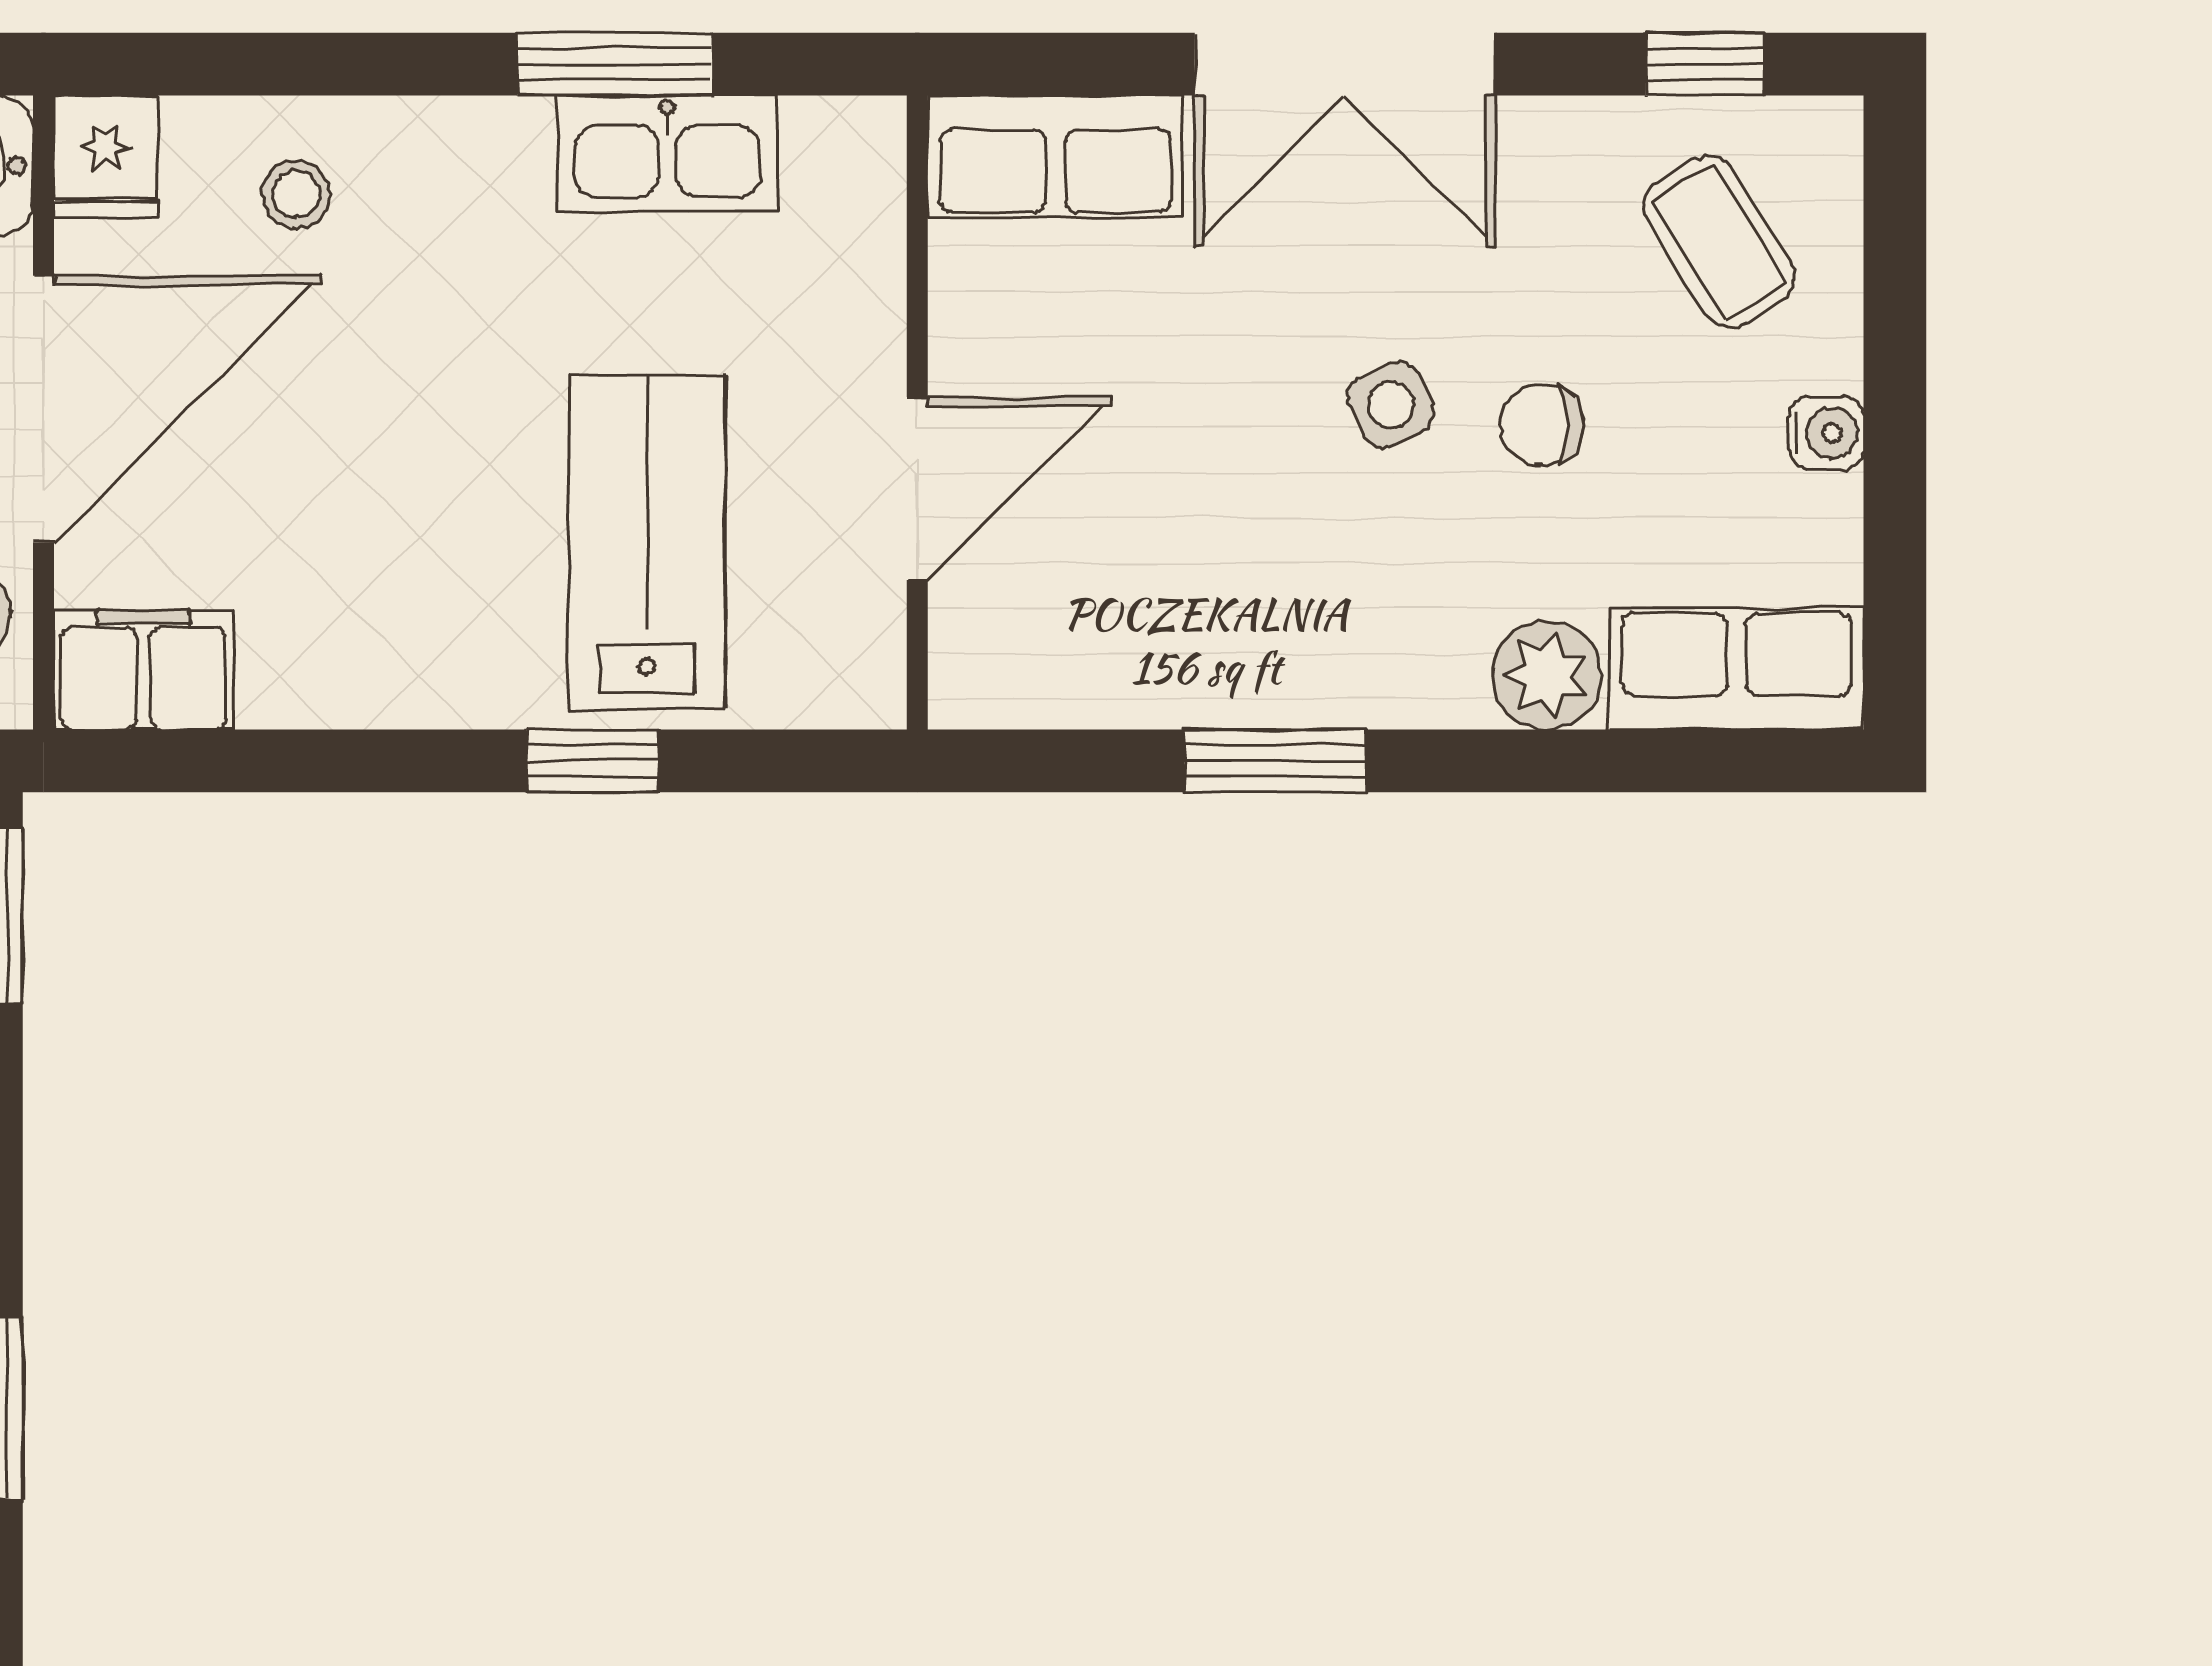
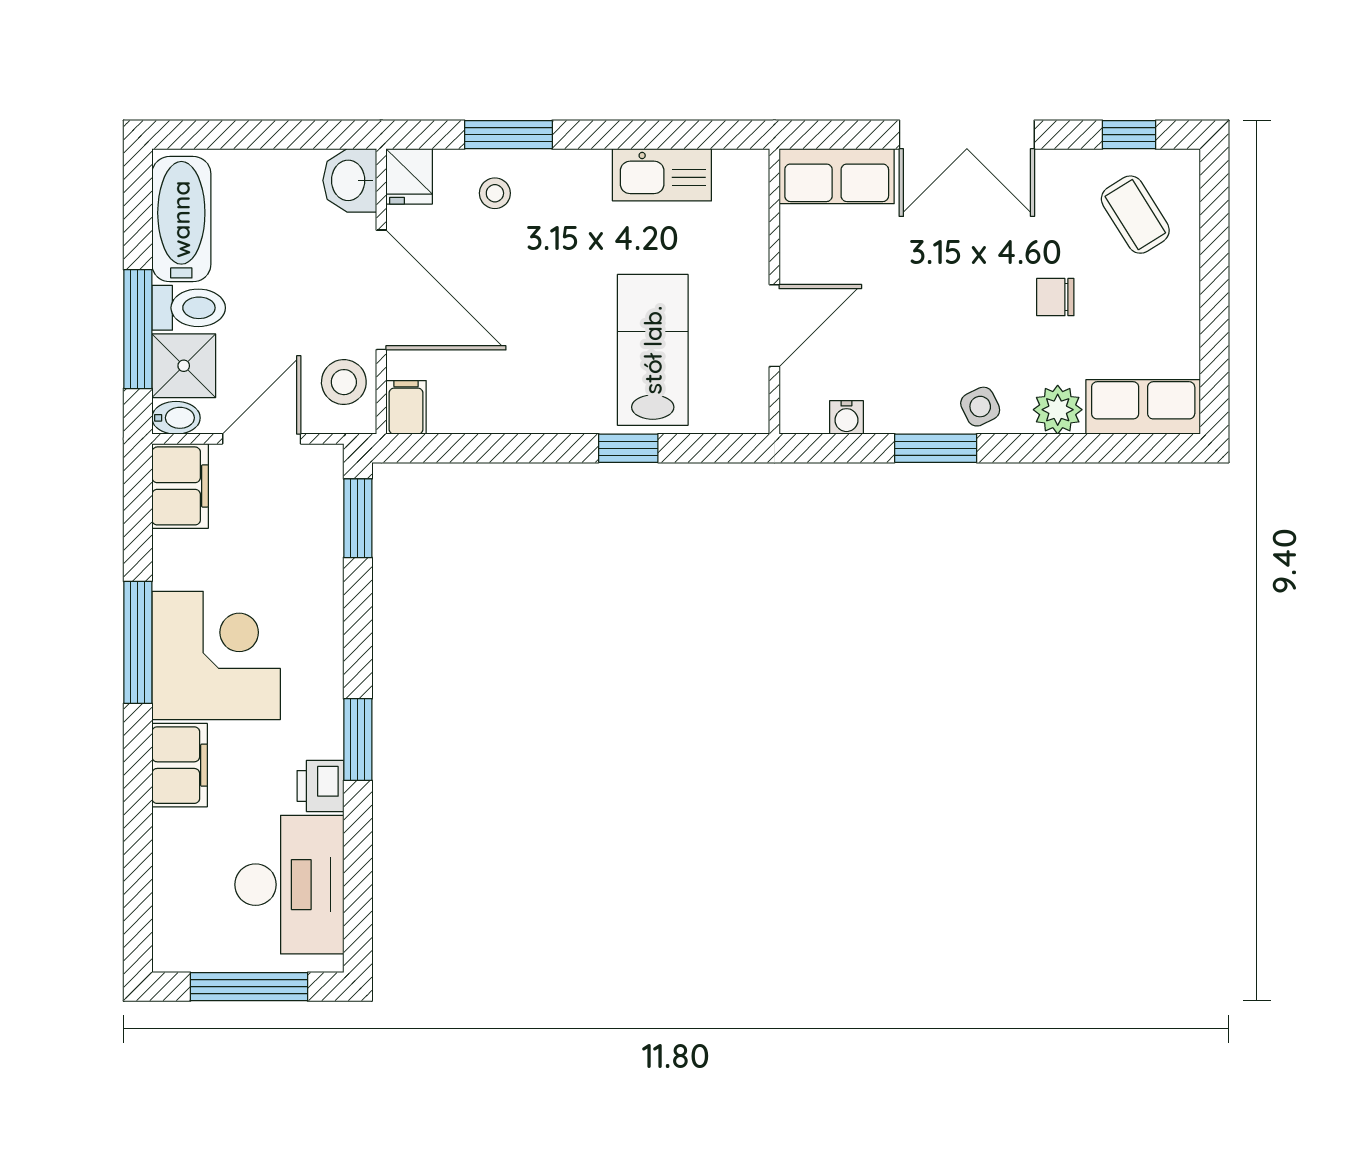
window: (615, 64) -> (508, 135), moved
side table: (1391, 405) -> (980, 407), moved
door: (44, 409) -> (381, 290), hinge flipped
water cooler: (1826, 433) -> (846, 417), moved, turned 90
filing cabinet: (143, 670) -> (406, 407), width x0.50

